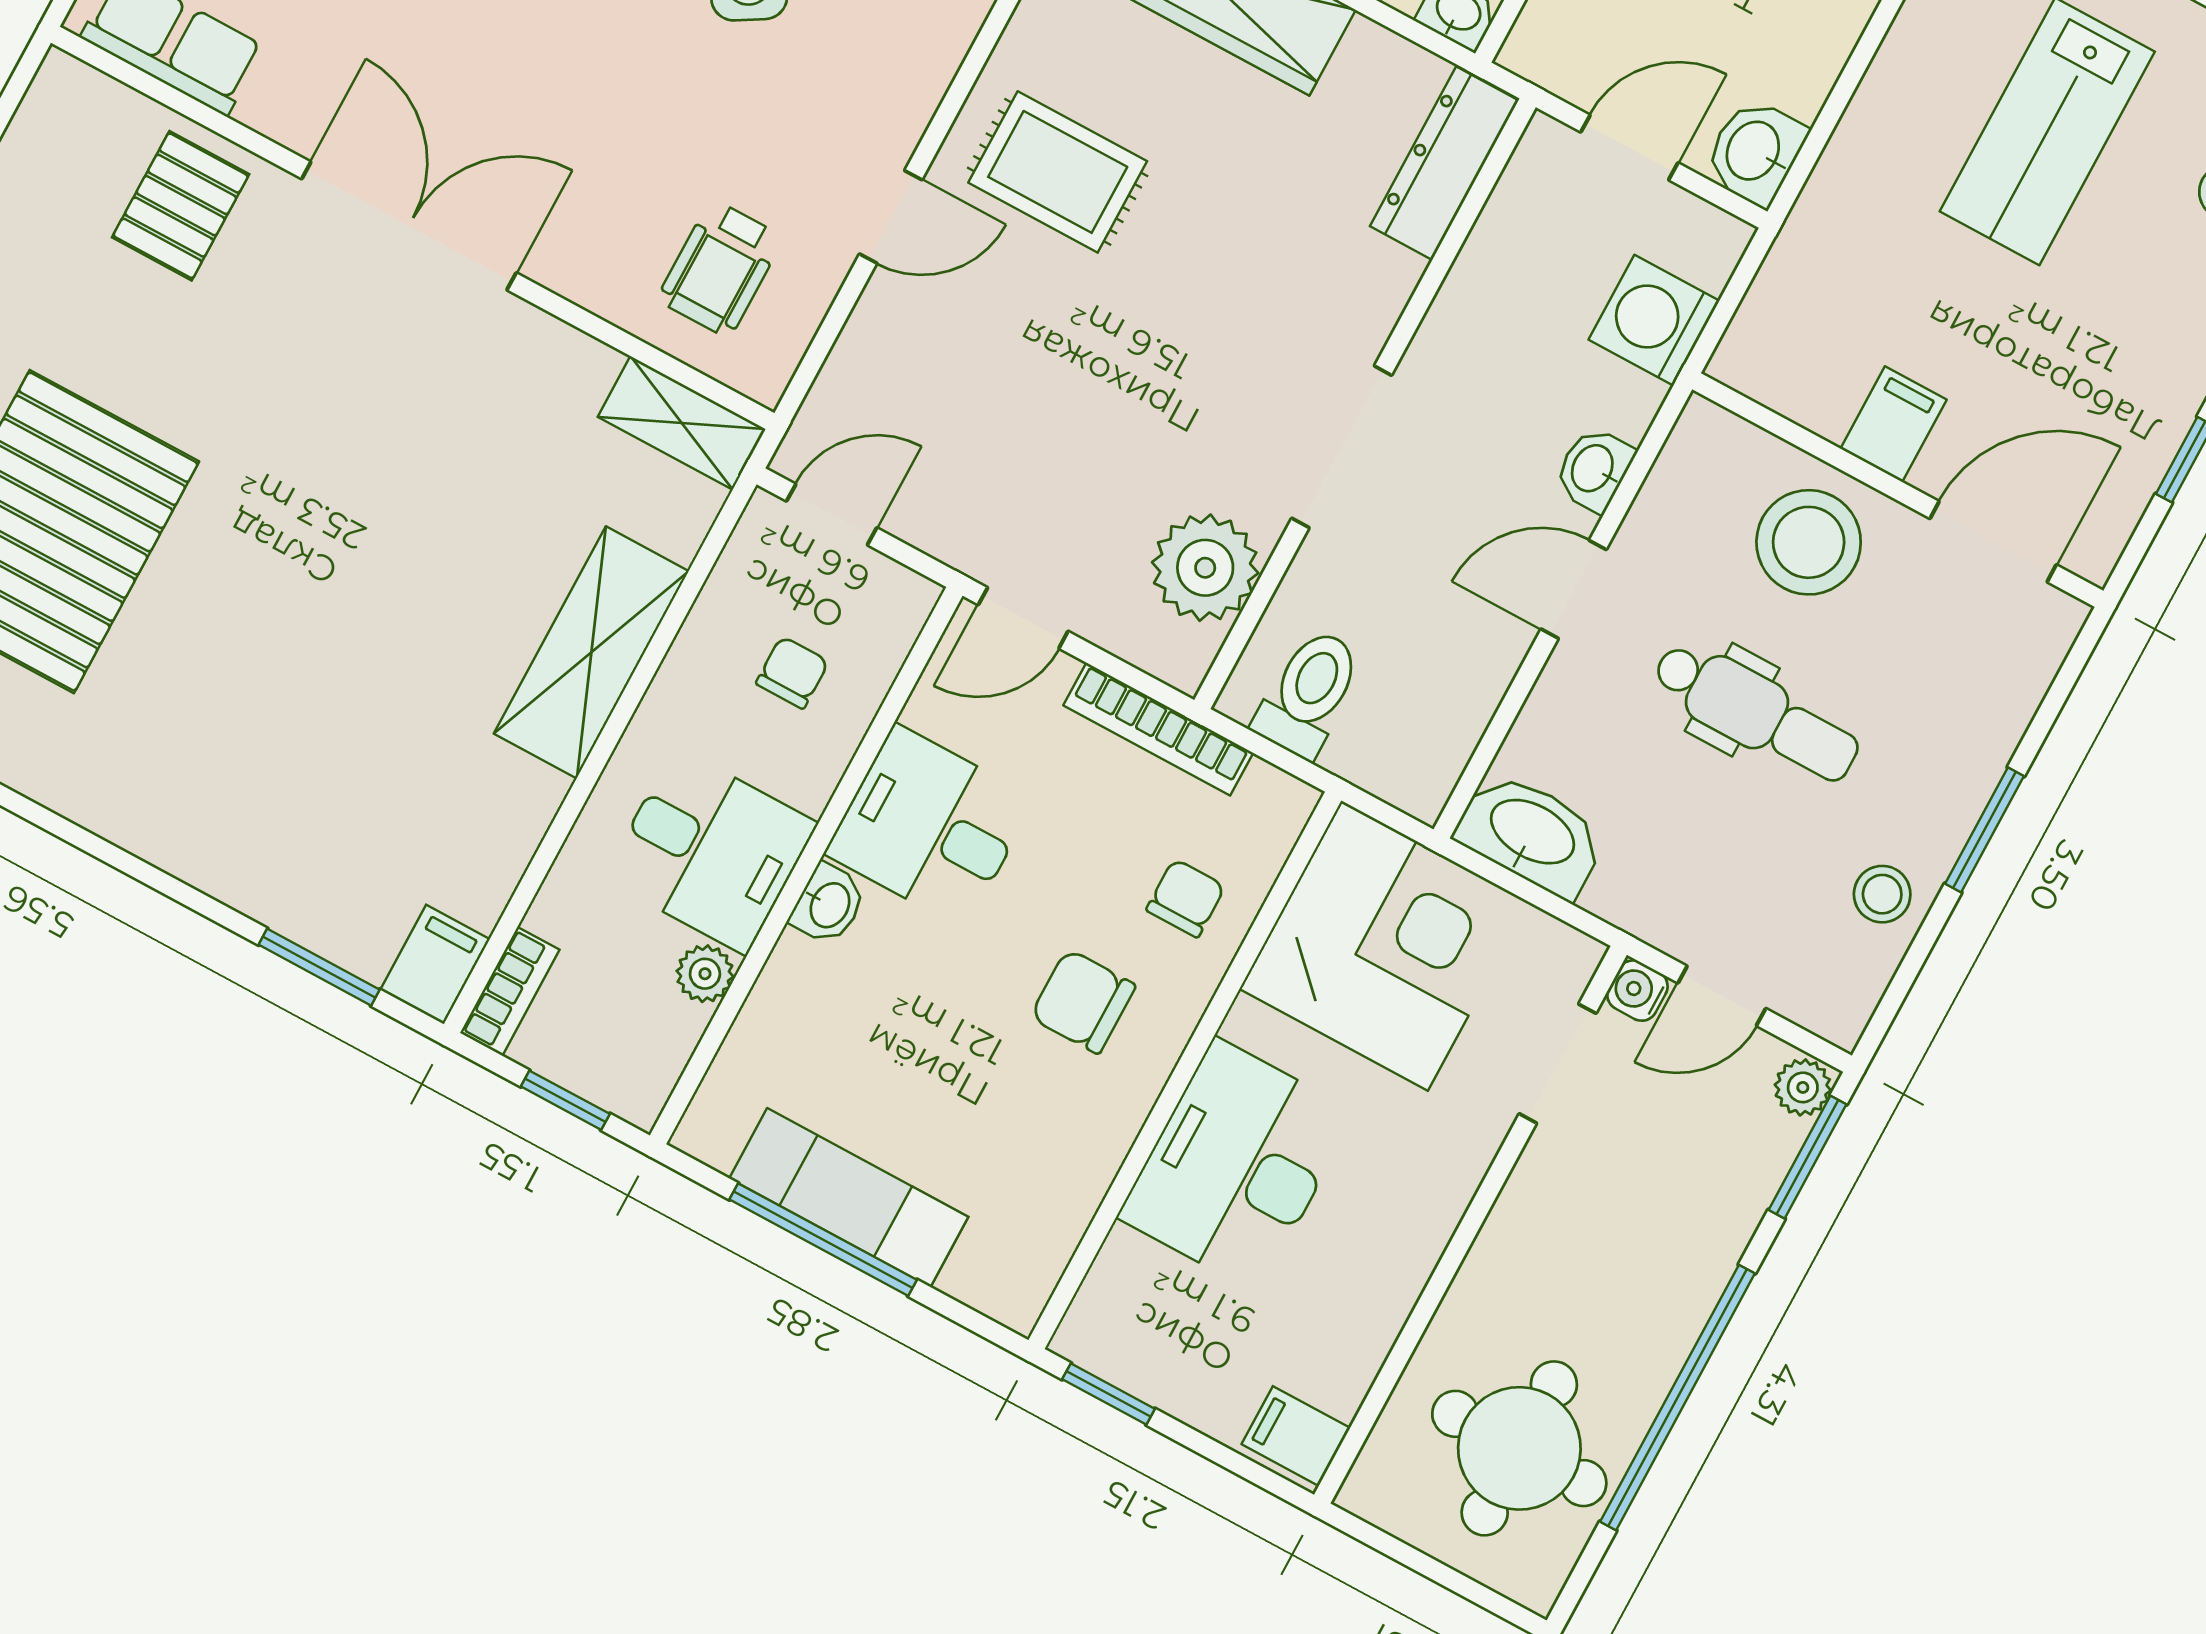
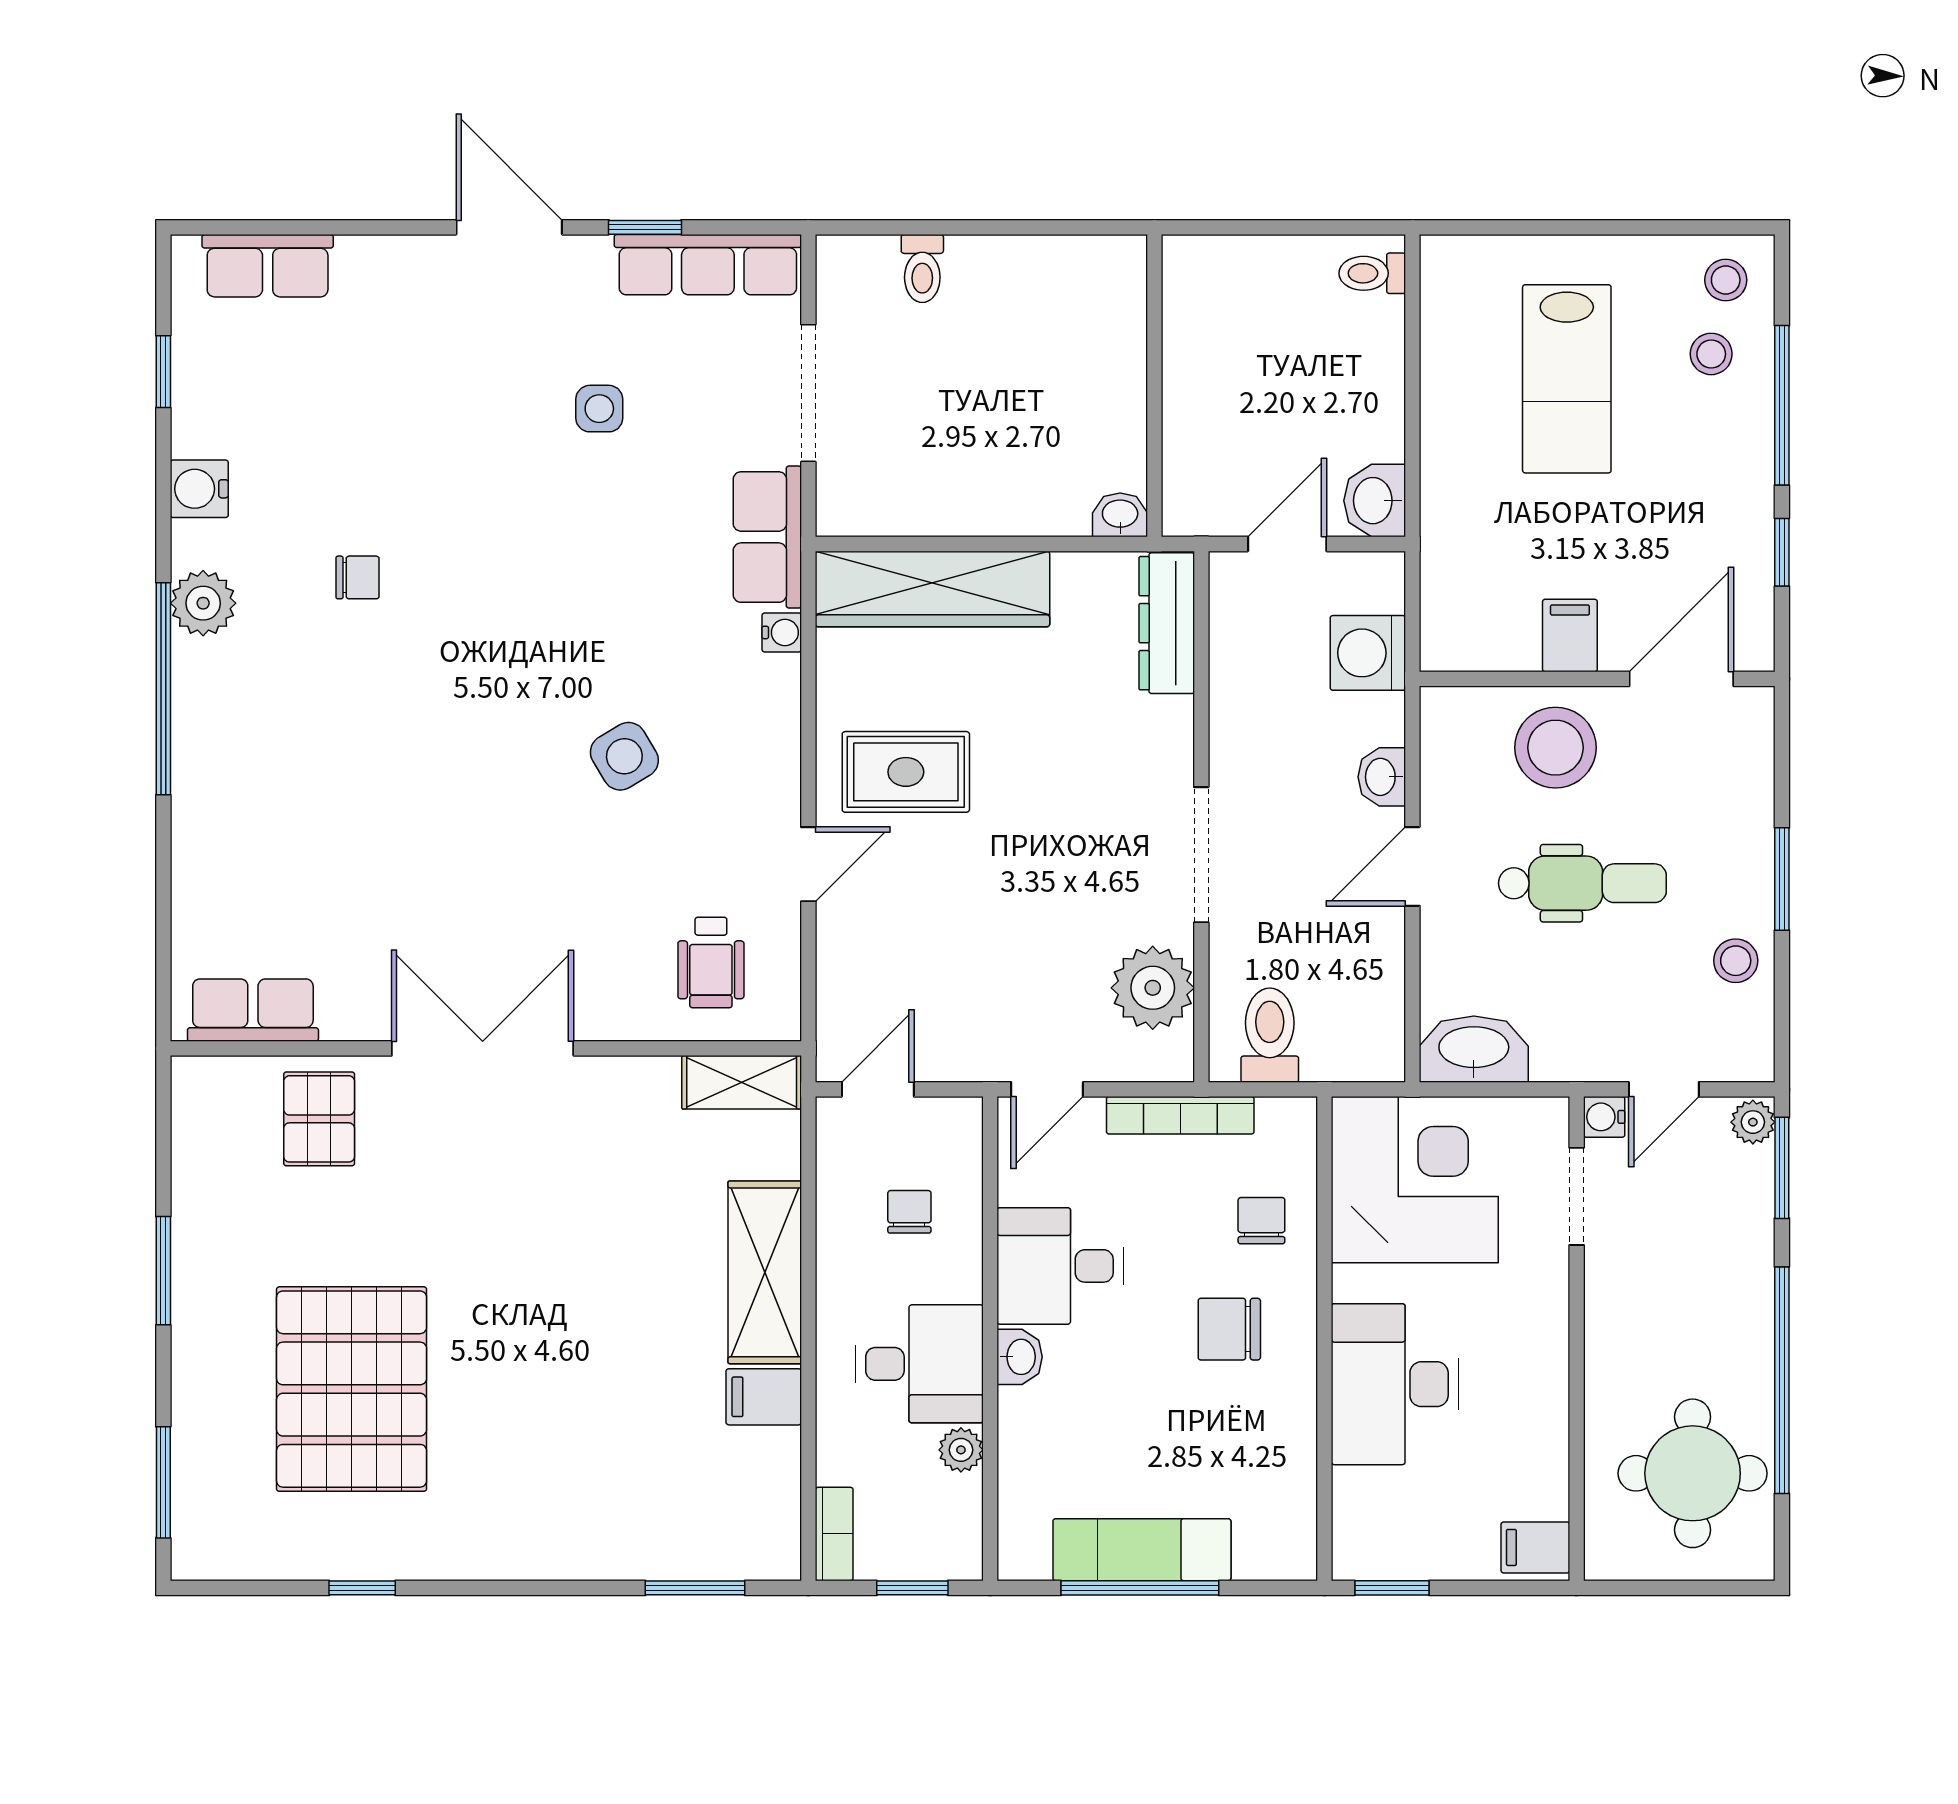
filing cabinet: (435, 964) -> (764, 1397), moved, turned -90

